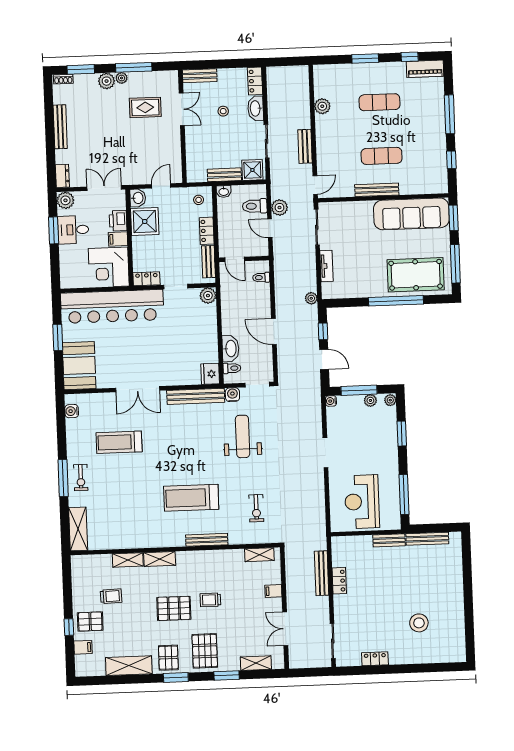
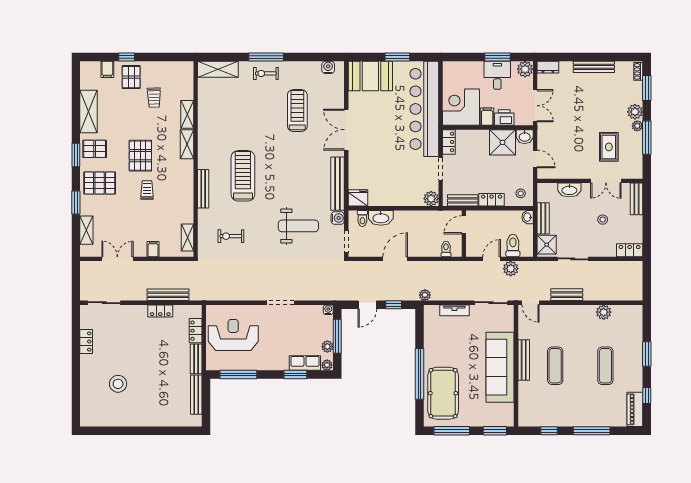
washbasin: (256, 108) -> (569, 190), moved, turned 180
sofa: (411, 214) -> (500, 367), moved
row of seats: (389, 424) -> (305, 363), added
locker: (359, 542) -> (196, 331), added

